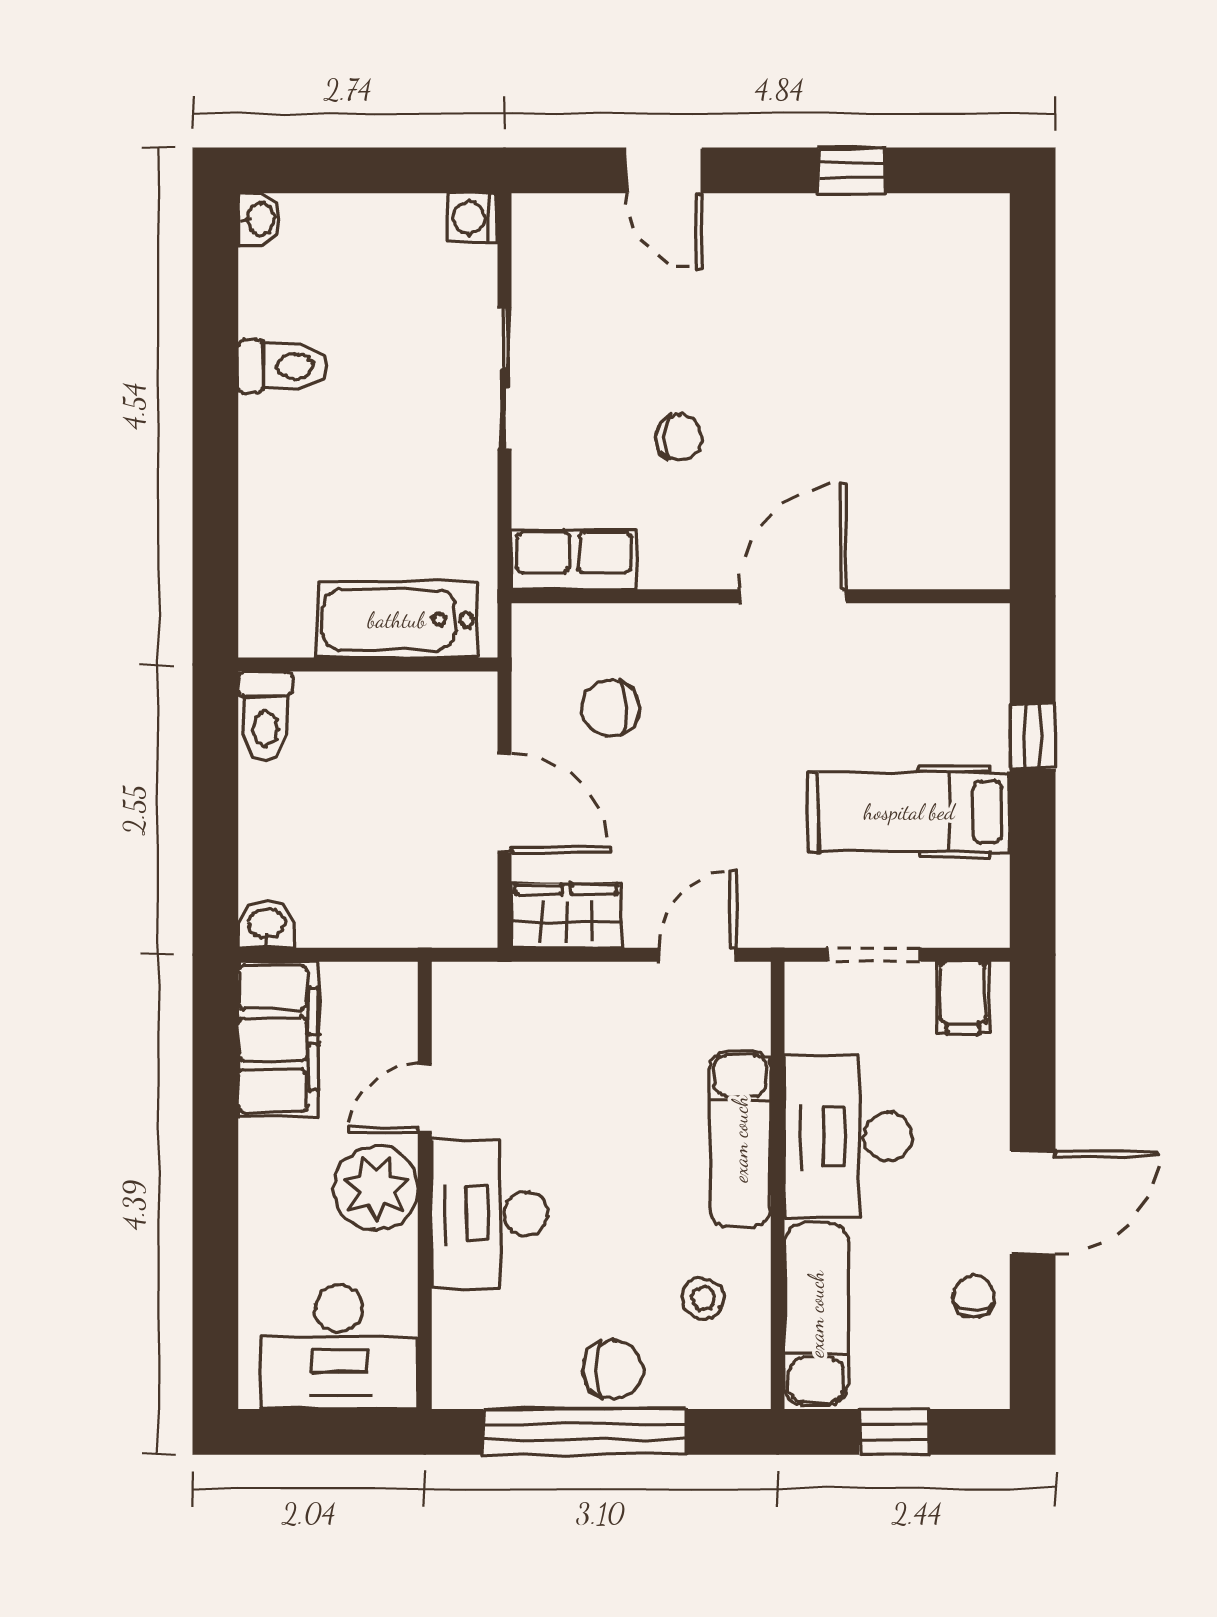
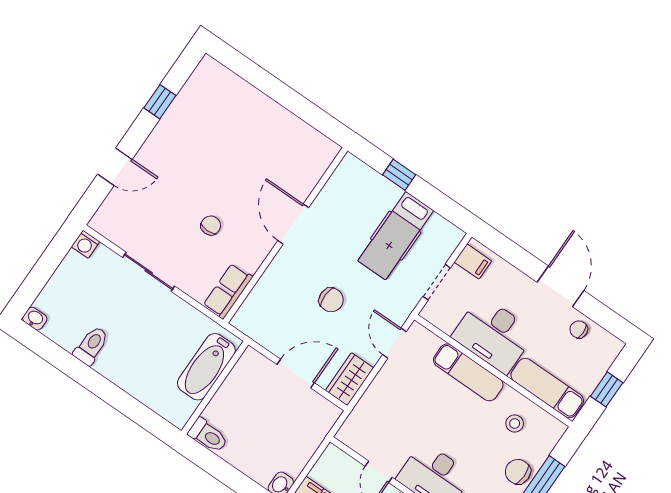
chair: (610, 708) -> (331, 300), moved, turned -89
chair: (613, 1370) -> (518, 472), turned -89

